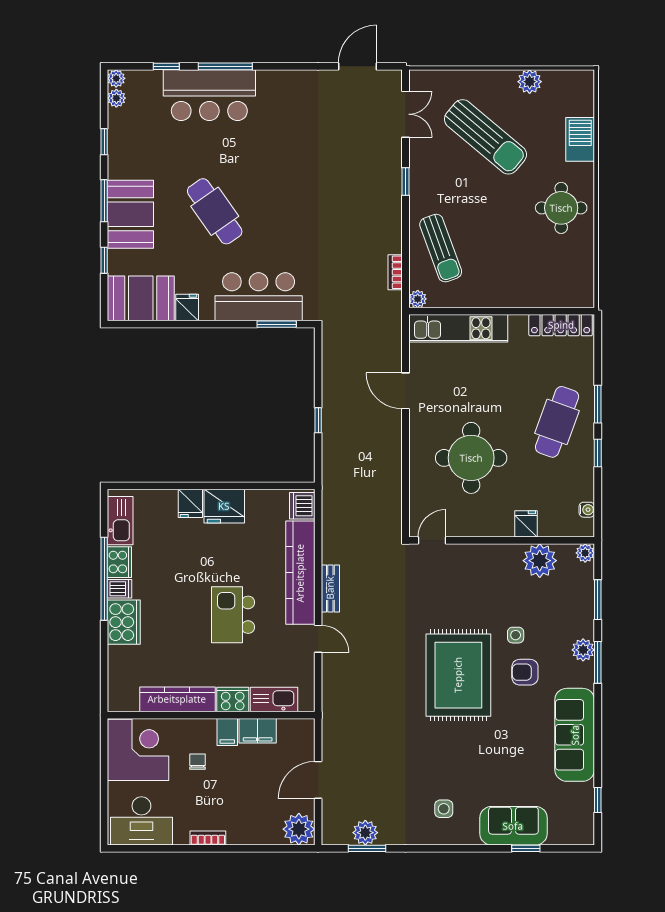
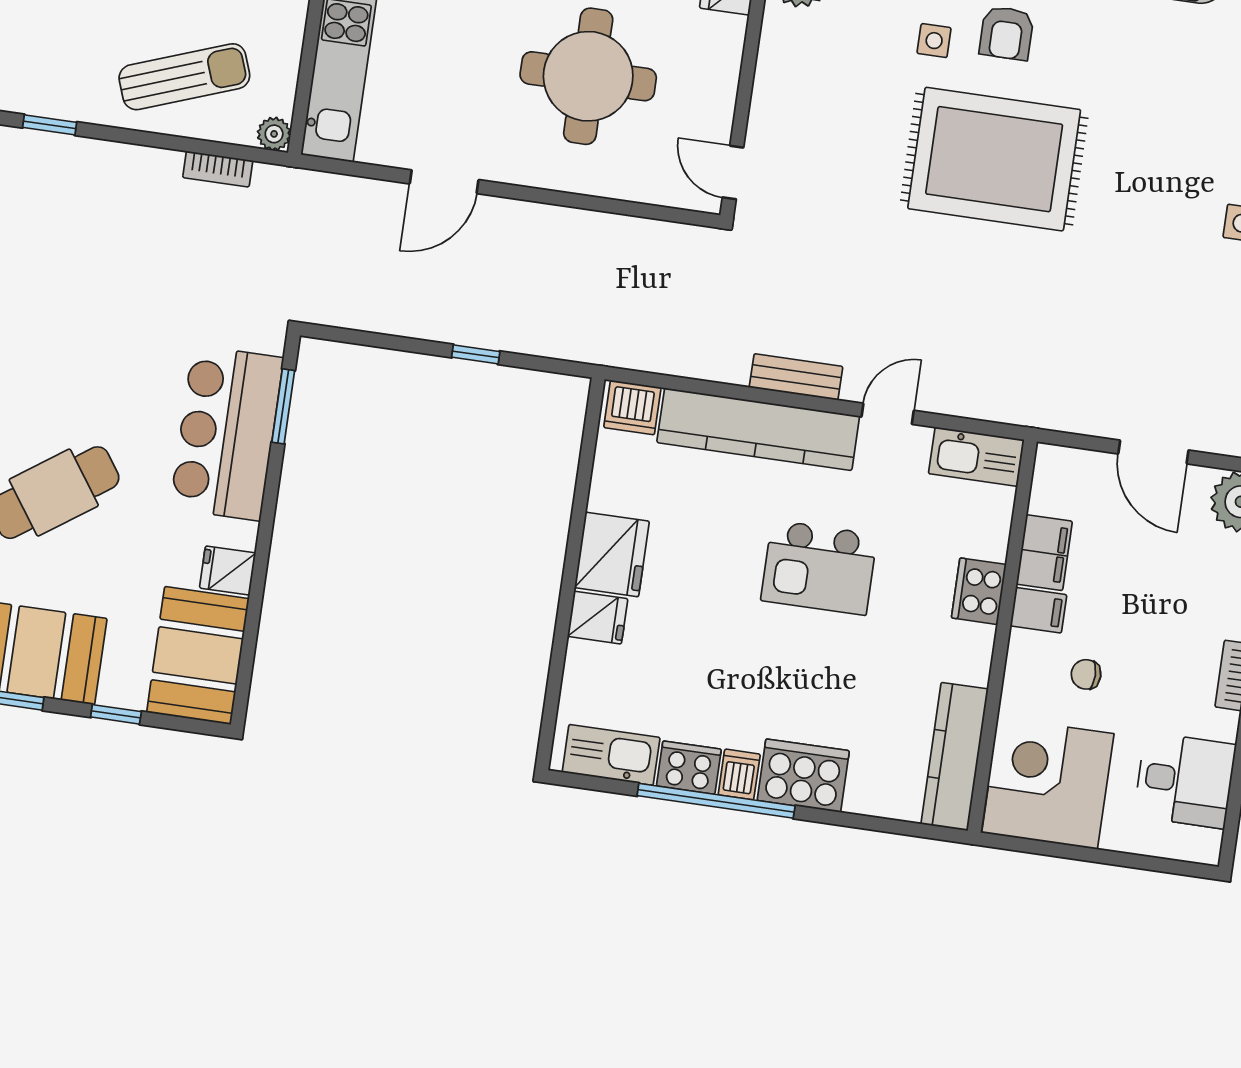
kitchen counter: (177, 699) -> (955, 757), moved
kitchen sink: (274, 699) -> (976, 457), moved, turned -90
desk: (141, 821) -> (1185, 780), width x0.73

